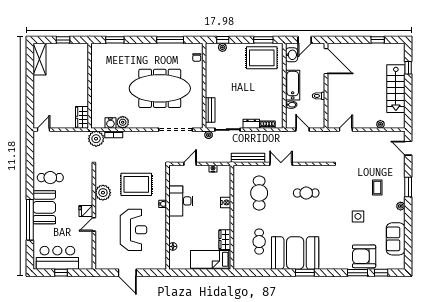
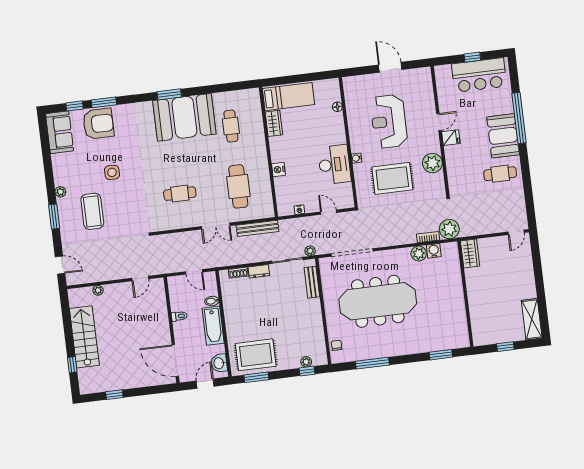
door: (190, 164) -> (329, 212), swing flipped
coffee table: (377, 187) -> (92, 211), width x1.86, depth x1.72
sofa: (396, 239) -> (60, 132), moved

